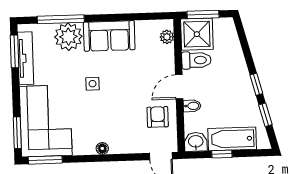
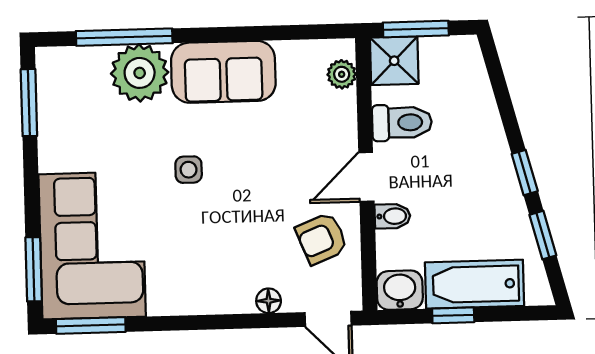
shower: (197, 34) -> (394, 61), width x0.73, depth x0.73
tv unit: (25, 58) -> (51, 117), removed
armchair: (158, 117) -> (322, 239), turned -112
floor lamp: (102, 148) -> (269, 301), moved

